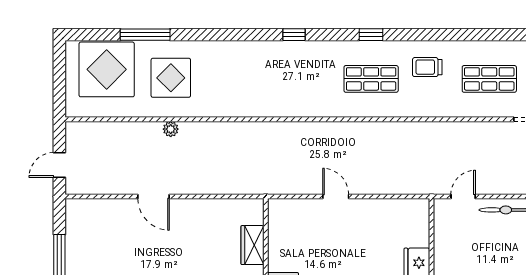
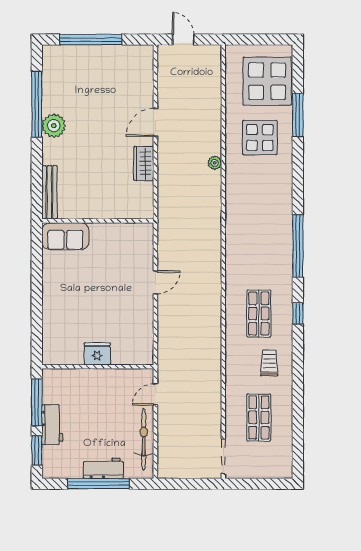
window: (294, 35) -> (298, 246), width x3.17
plant: (171, 129) -> (215, 163), moved
door: (463, 197) -> (155, 394), swing flipped
wardrobe: (252, 245) -> (144, 164), moved, turned -90

